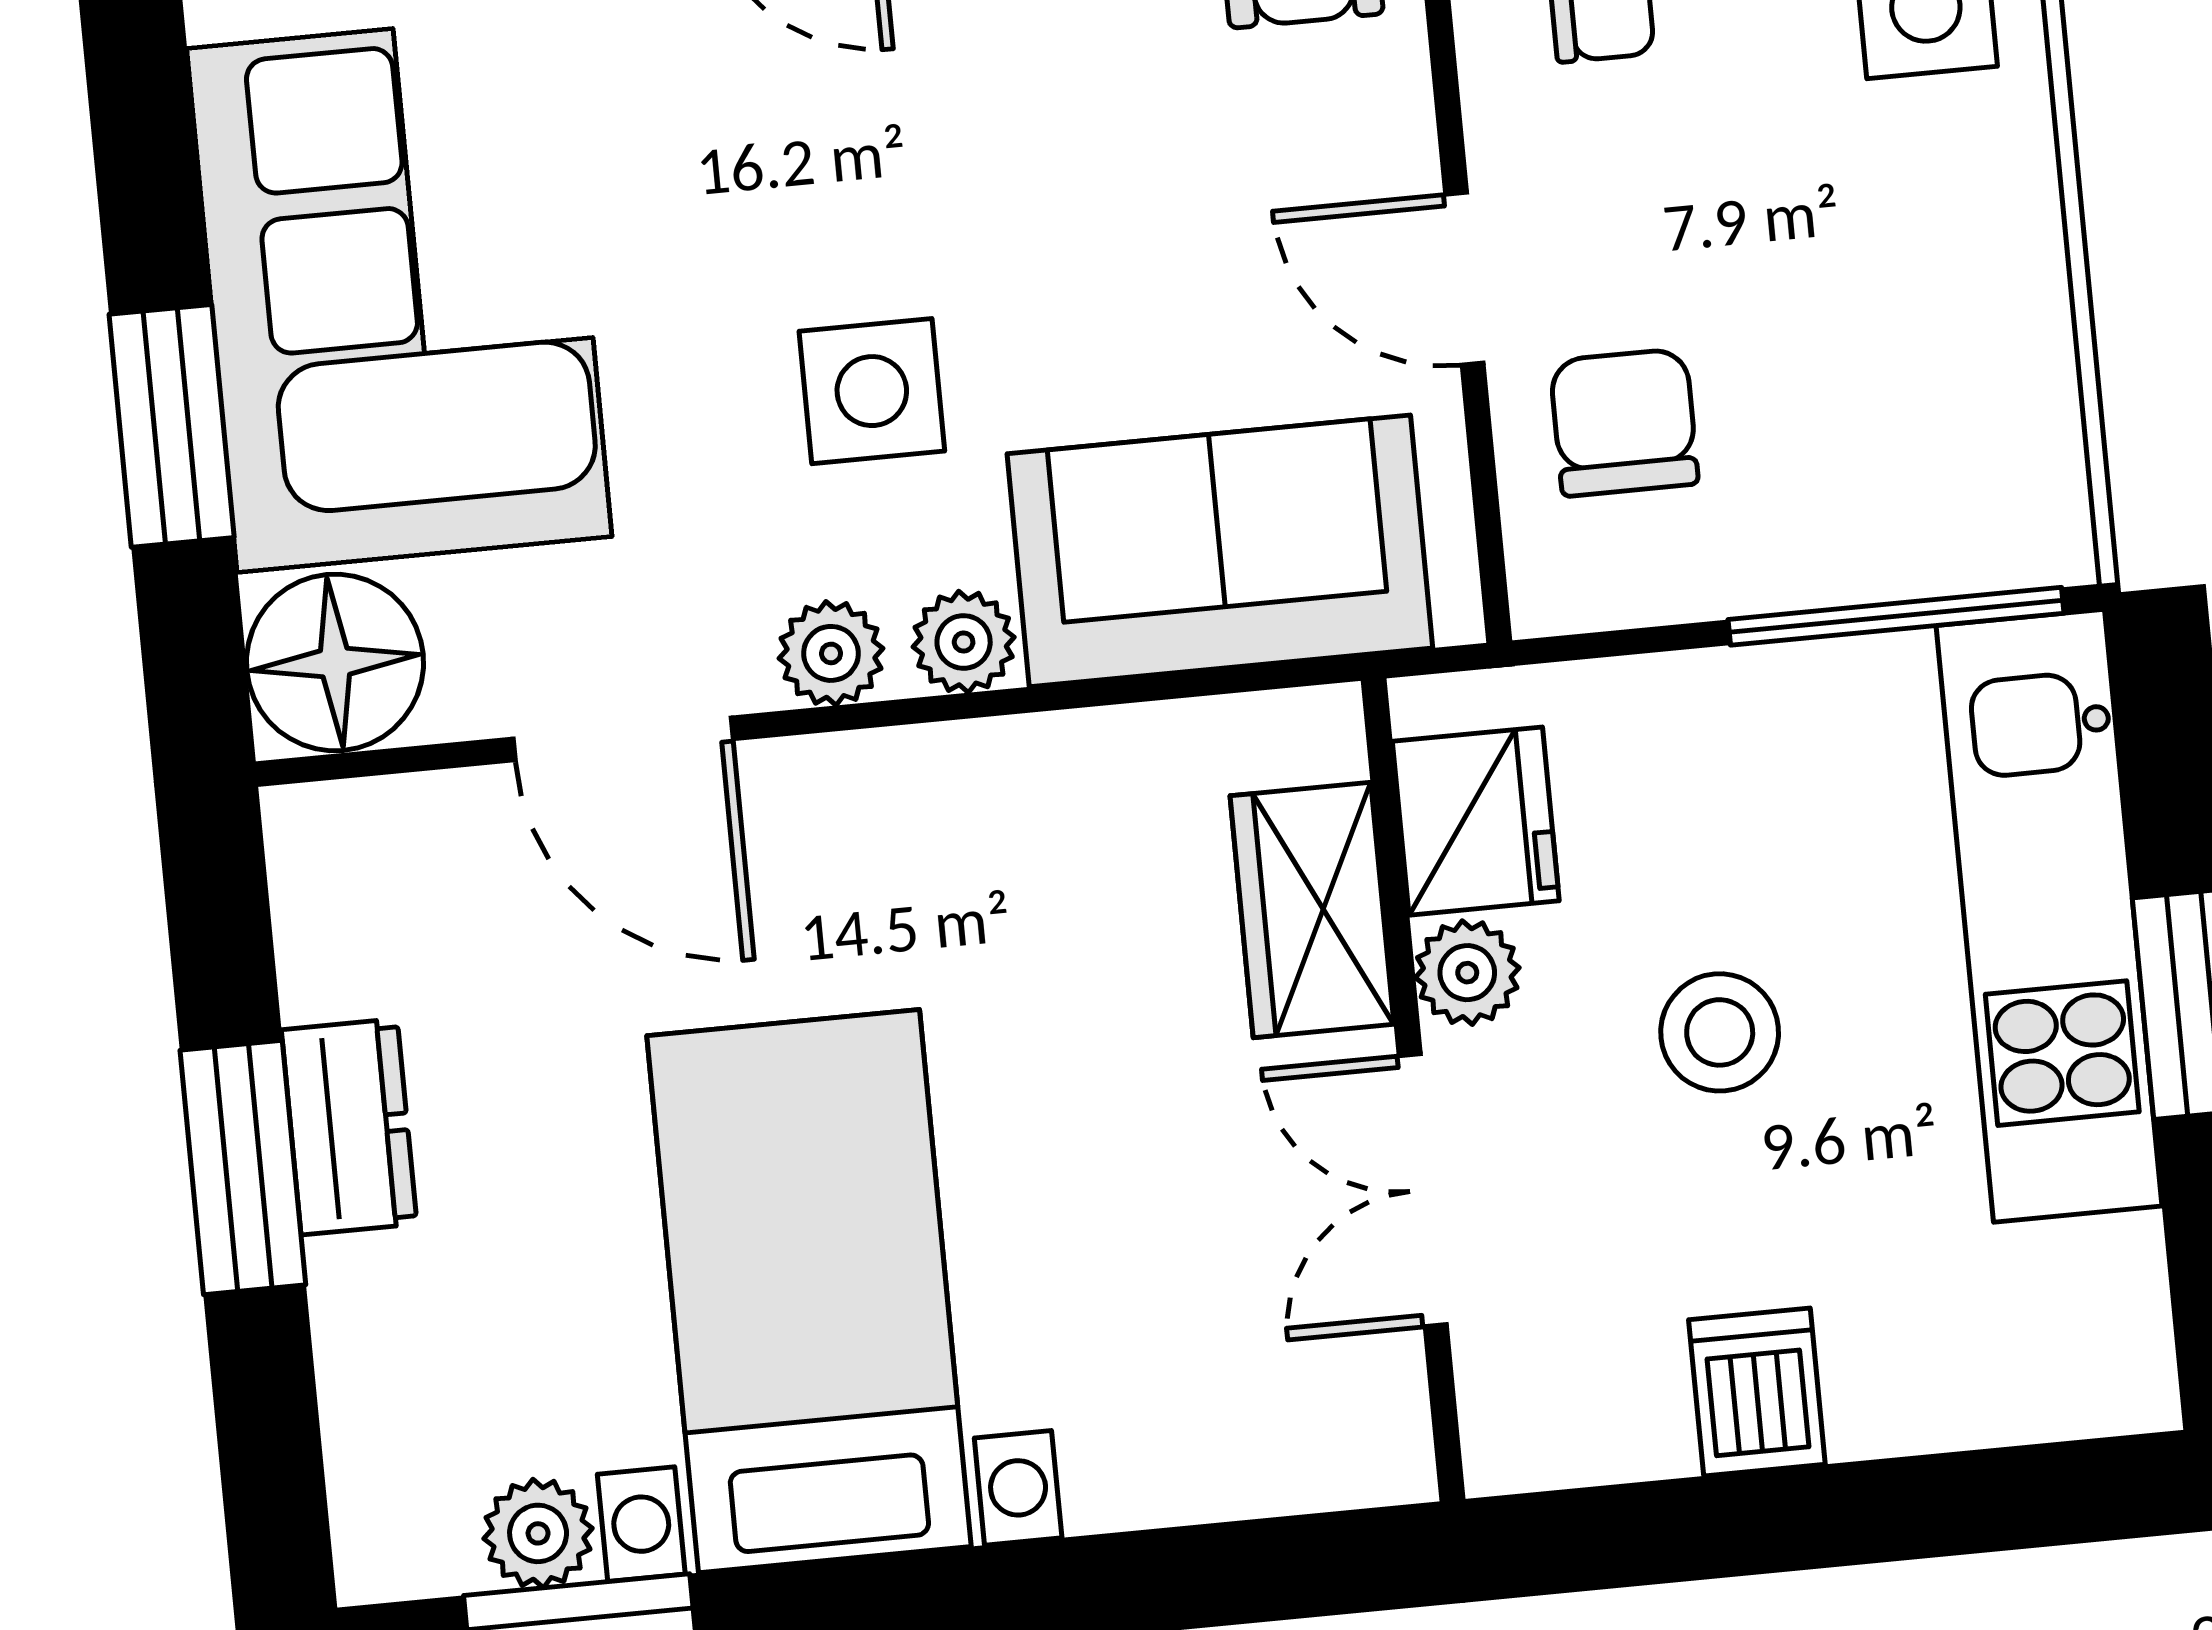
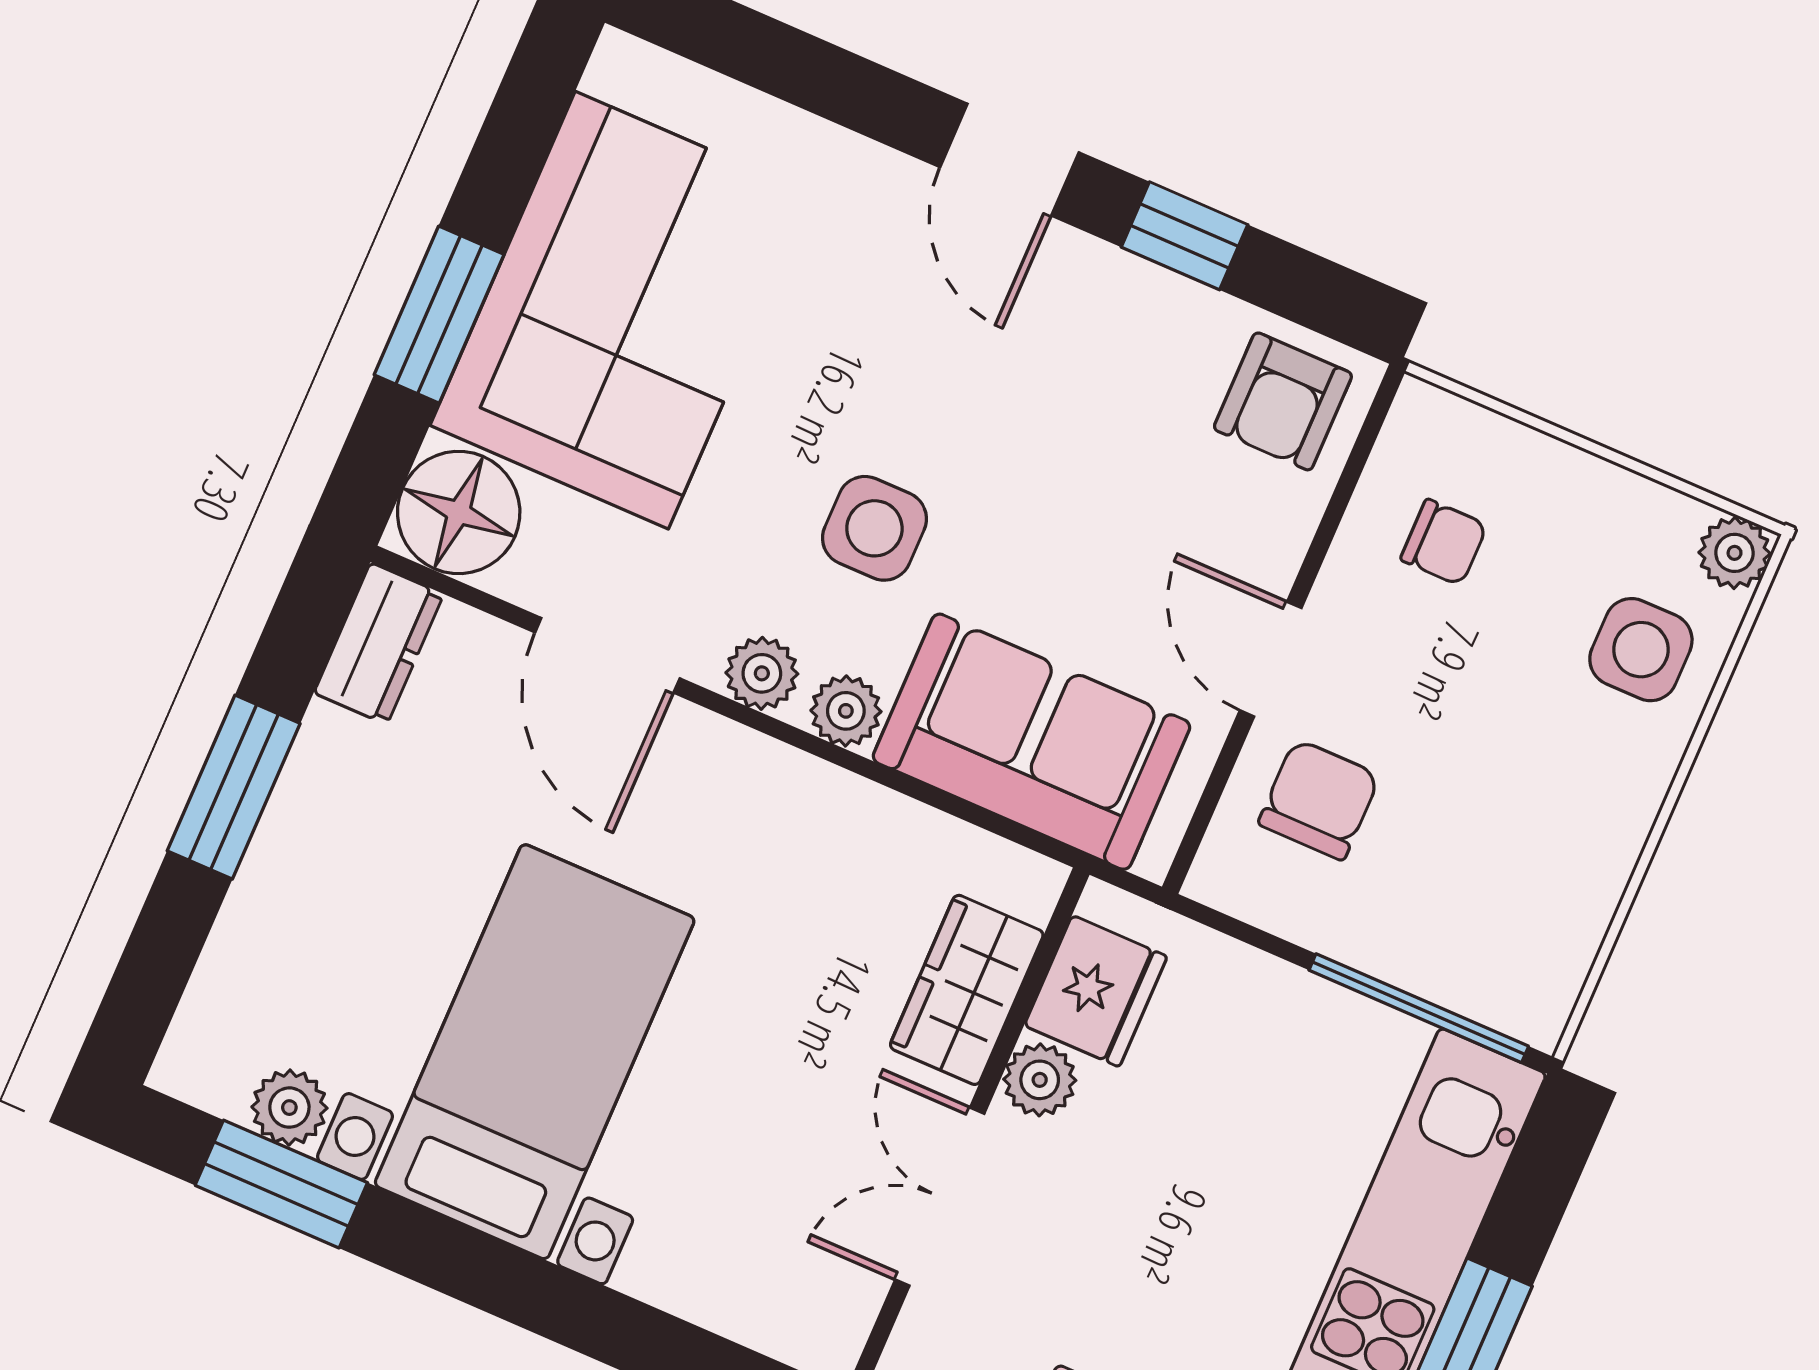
stool: (1720, 1032) -> (1172, 1201), removed
dresser: (349, 1127) -> (379, 644), moved

